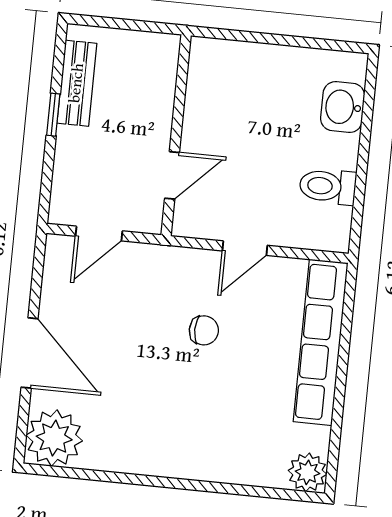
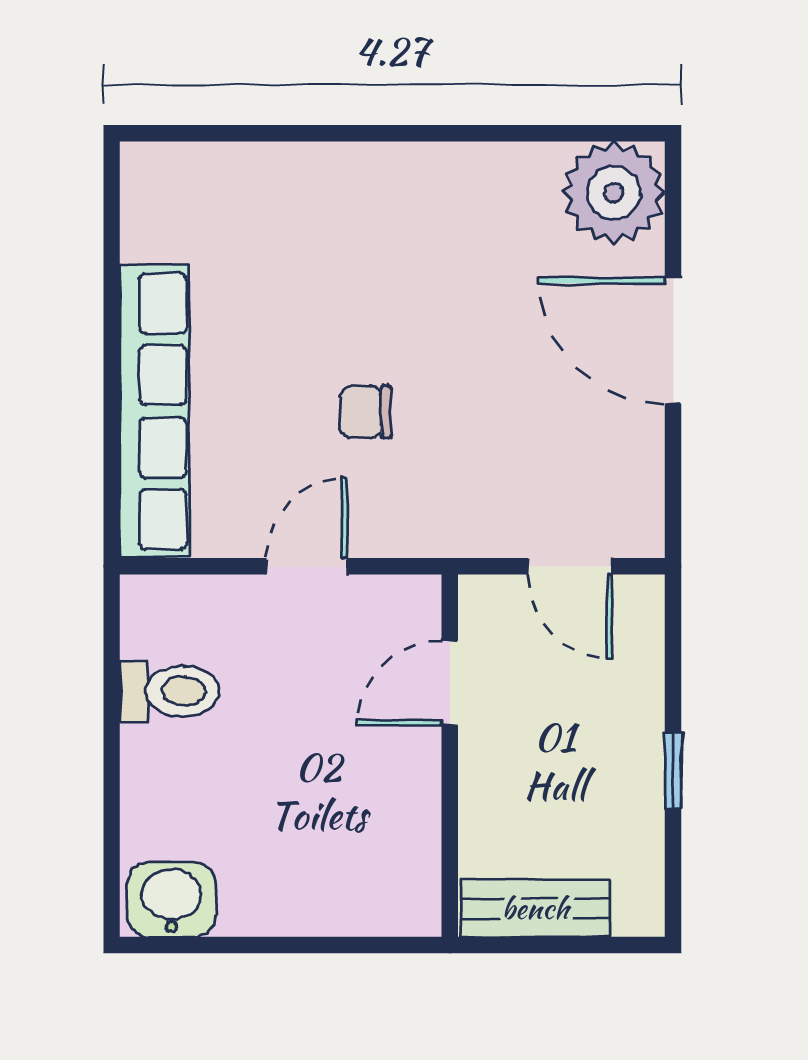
bench: (77, 83) -> (535, 908), moved, turned 90
washbasin: (343, 107) -> (171, 900), moved, turned -90
door: (99, 234) -> (570, 566), swing flipped
plant: (307, 472) -> (155, 177), removed

